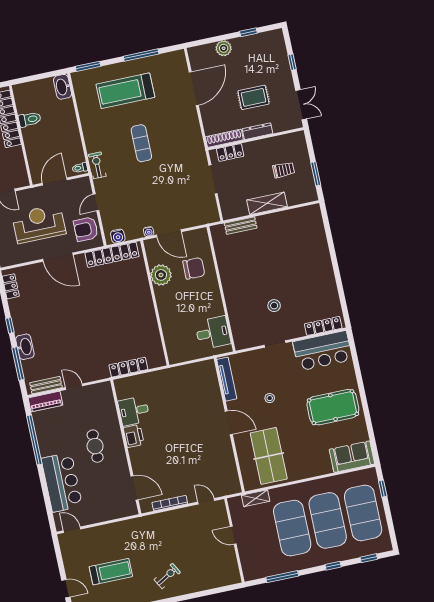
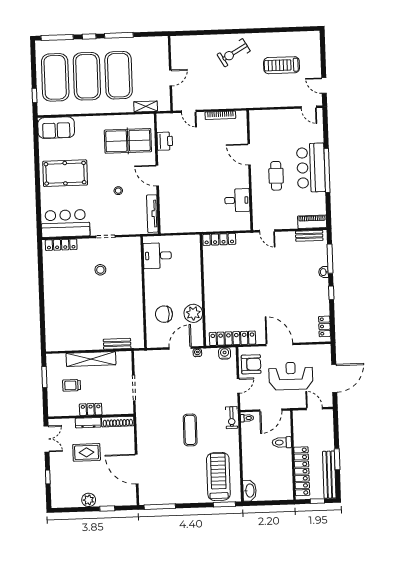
window: (248, 32) -> (107, 508), moved
plant: (224, 48) -> (89, 500), moved
window: (141, 55) -> (160, 507), moved
door: (194, 89) -> (137, 469), hinge flipped
treadmill: (125, 91) -> (218, 476), moved, turned -90
double door: (301, 105) -> (47, 439), swing flipped
toilet: (30, 119) -> (282, 442), moved
locker: (230, 152) -> (91, 409), moved
shelving: (267, 203) -> (91, 359), width x1.47
reception desk: (39, 224) -> (291, 376), turned 180
door: (169, 233) -> (180, 348), hinge flipped
washbasin: (25, 347) -> (324, 272), width x0.52, depth x0.69
locker: (128, 367) -> (219, 239), moved
door: (74, 387) -> (267, 231), moved
printer: (134, 436) -> (165, 141), moved, turned 180
window: (34, 440) -> (327, 170), moved
table tennis table: (269, 456) -> (128, 141), turned 90
bar counter: (62, 482) -> (311, 168), moved
door: (135, 488) -> (249, 154), moved
door: (233, 535) -> (171, 78), hinge flipped
window: (369, 558) -> (57, 38), width x2.17
exercise bike: (167, 576) -> (234, 53), width x1.38, depth x1.39
window: (282, 577) -> (119, 35), moved
door: (66, 589) -> (324, 86), moved

